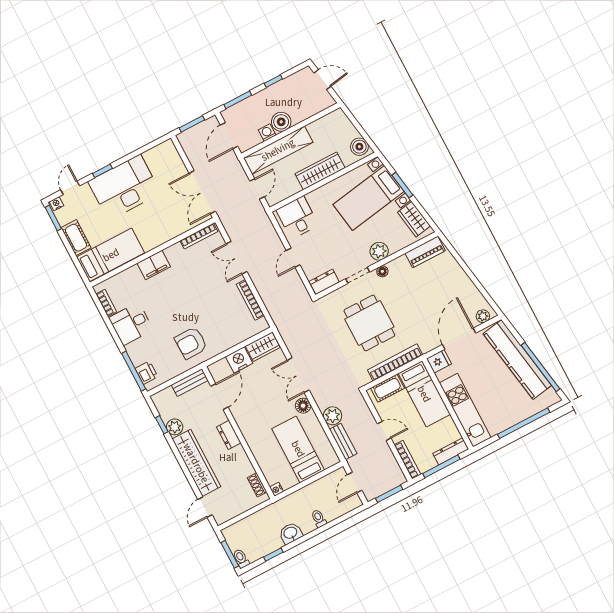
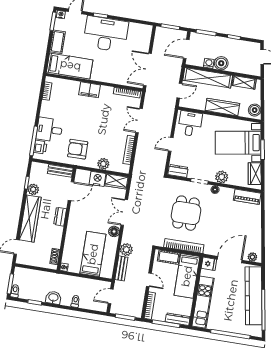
shelving: (323, 124) -> (244, 82), added
desk: (131, 324) -> (49, 130), moved
plant: (233, 338) -> (103, 164), added

